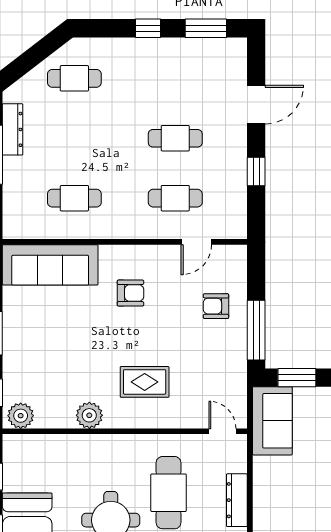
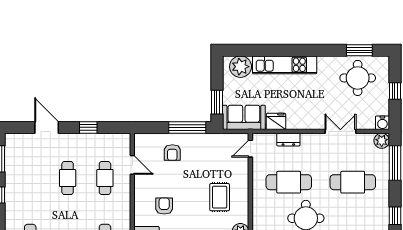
fridge: (266, 472) -> (276, 121), added
dresser: (237, 500) -> (288, 140), width x0.70

